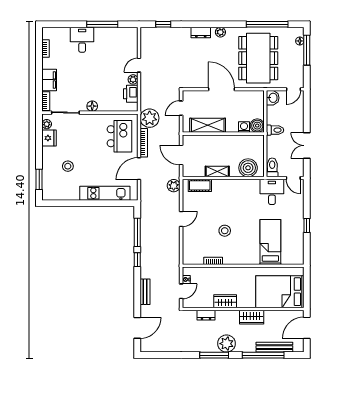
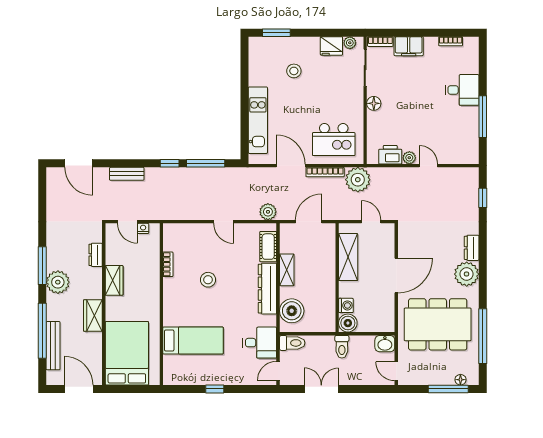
plant: (220, 32) -> (467, 274), width x1.87, depth x1.87
dresser: (231, 186) -> (267, 289), added

